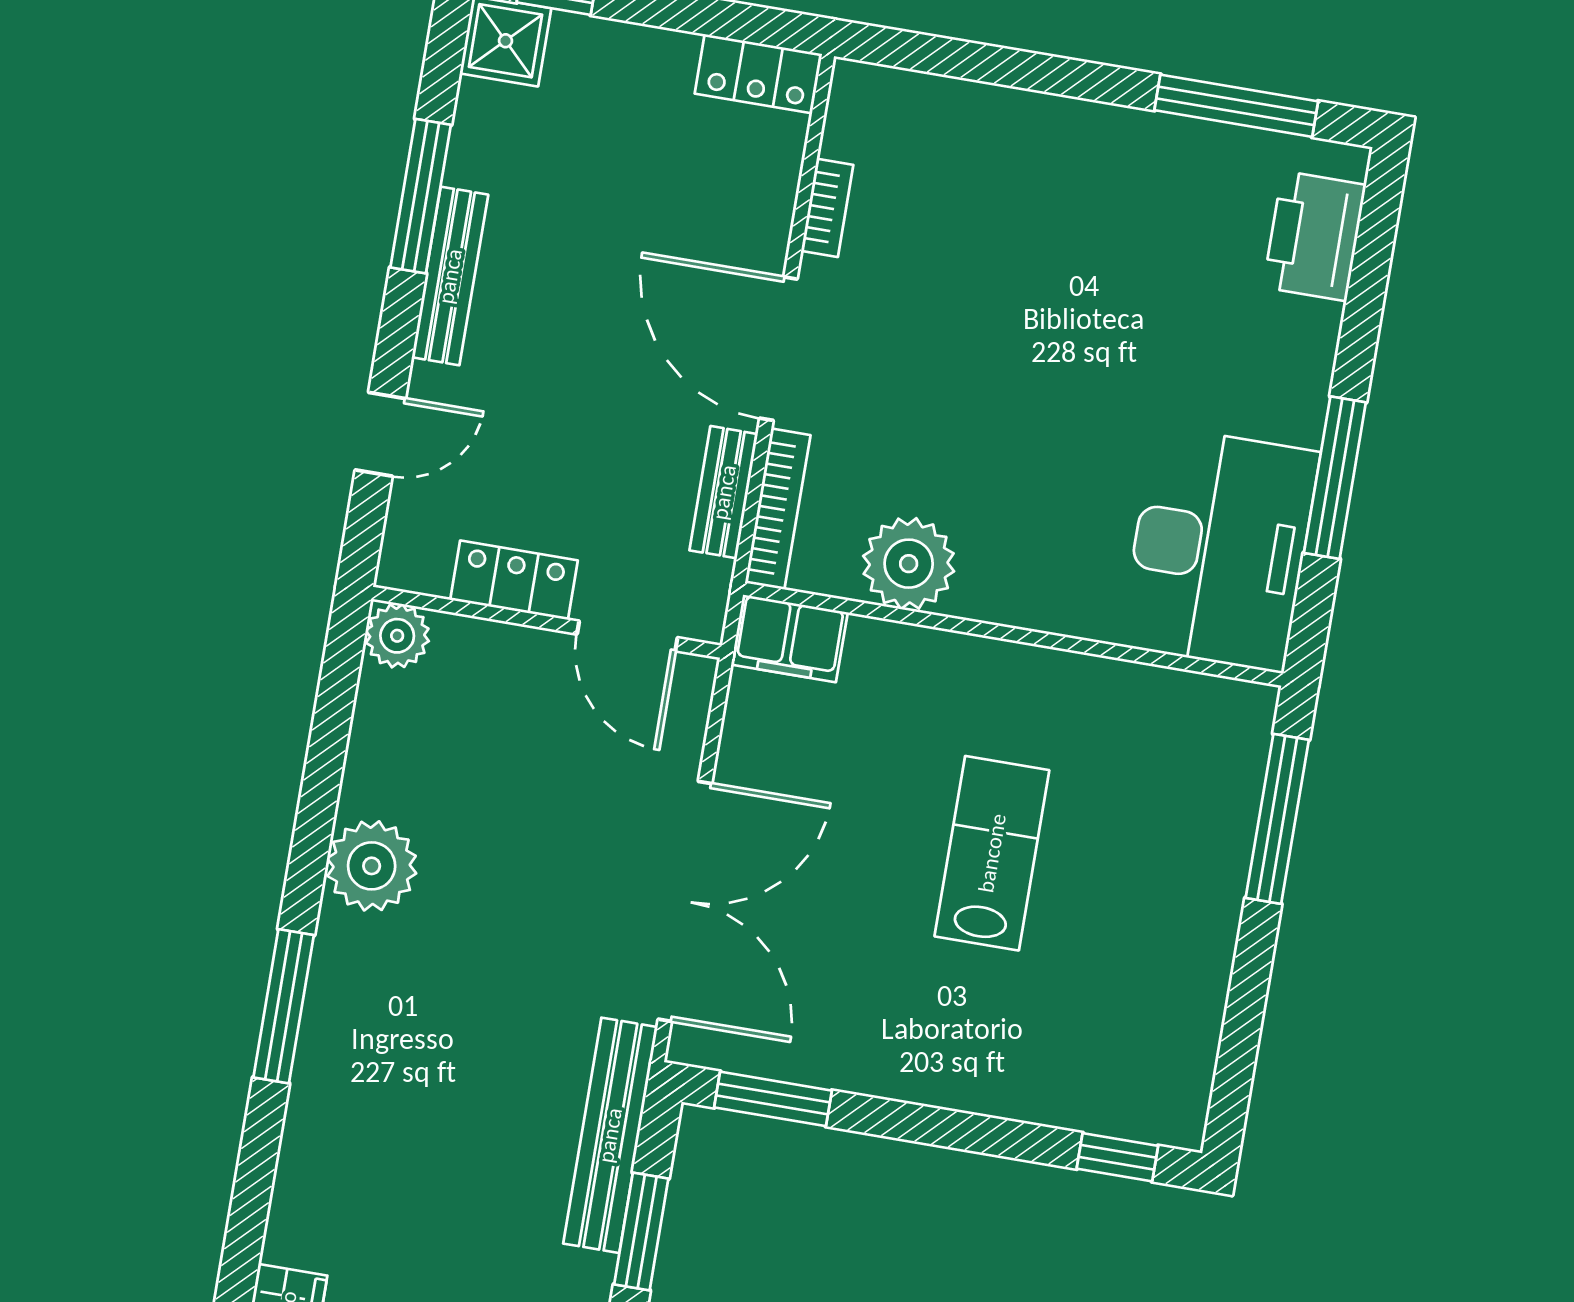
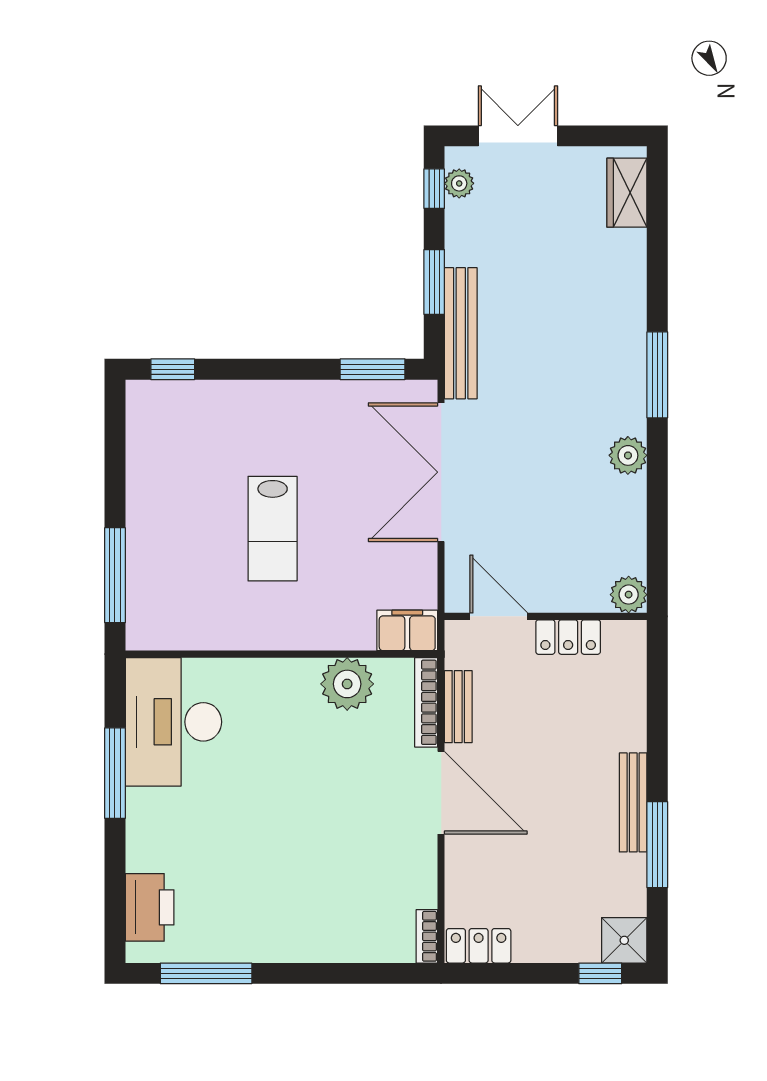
bookcase: (827, 208) -> (427, 936), moved
door: (380, 434) -> (657, 707), removed
plant: (372, 866) -> (628, 455), width x0.73, depth x0.73

